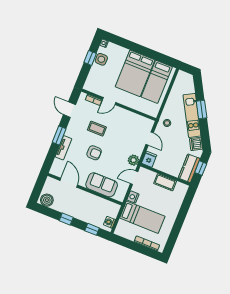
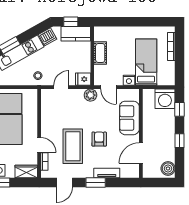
wardrobe: (91, 81) -> (26, 172), added
coffee table: (97, 129) -> (73, 146), width x1.86, depth x1.72
washing machine: (109, 222) -> (165, 99), width x1.89, depth x1.89

